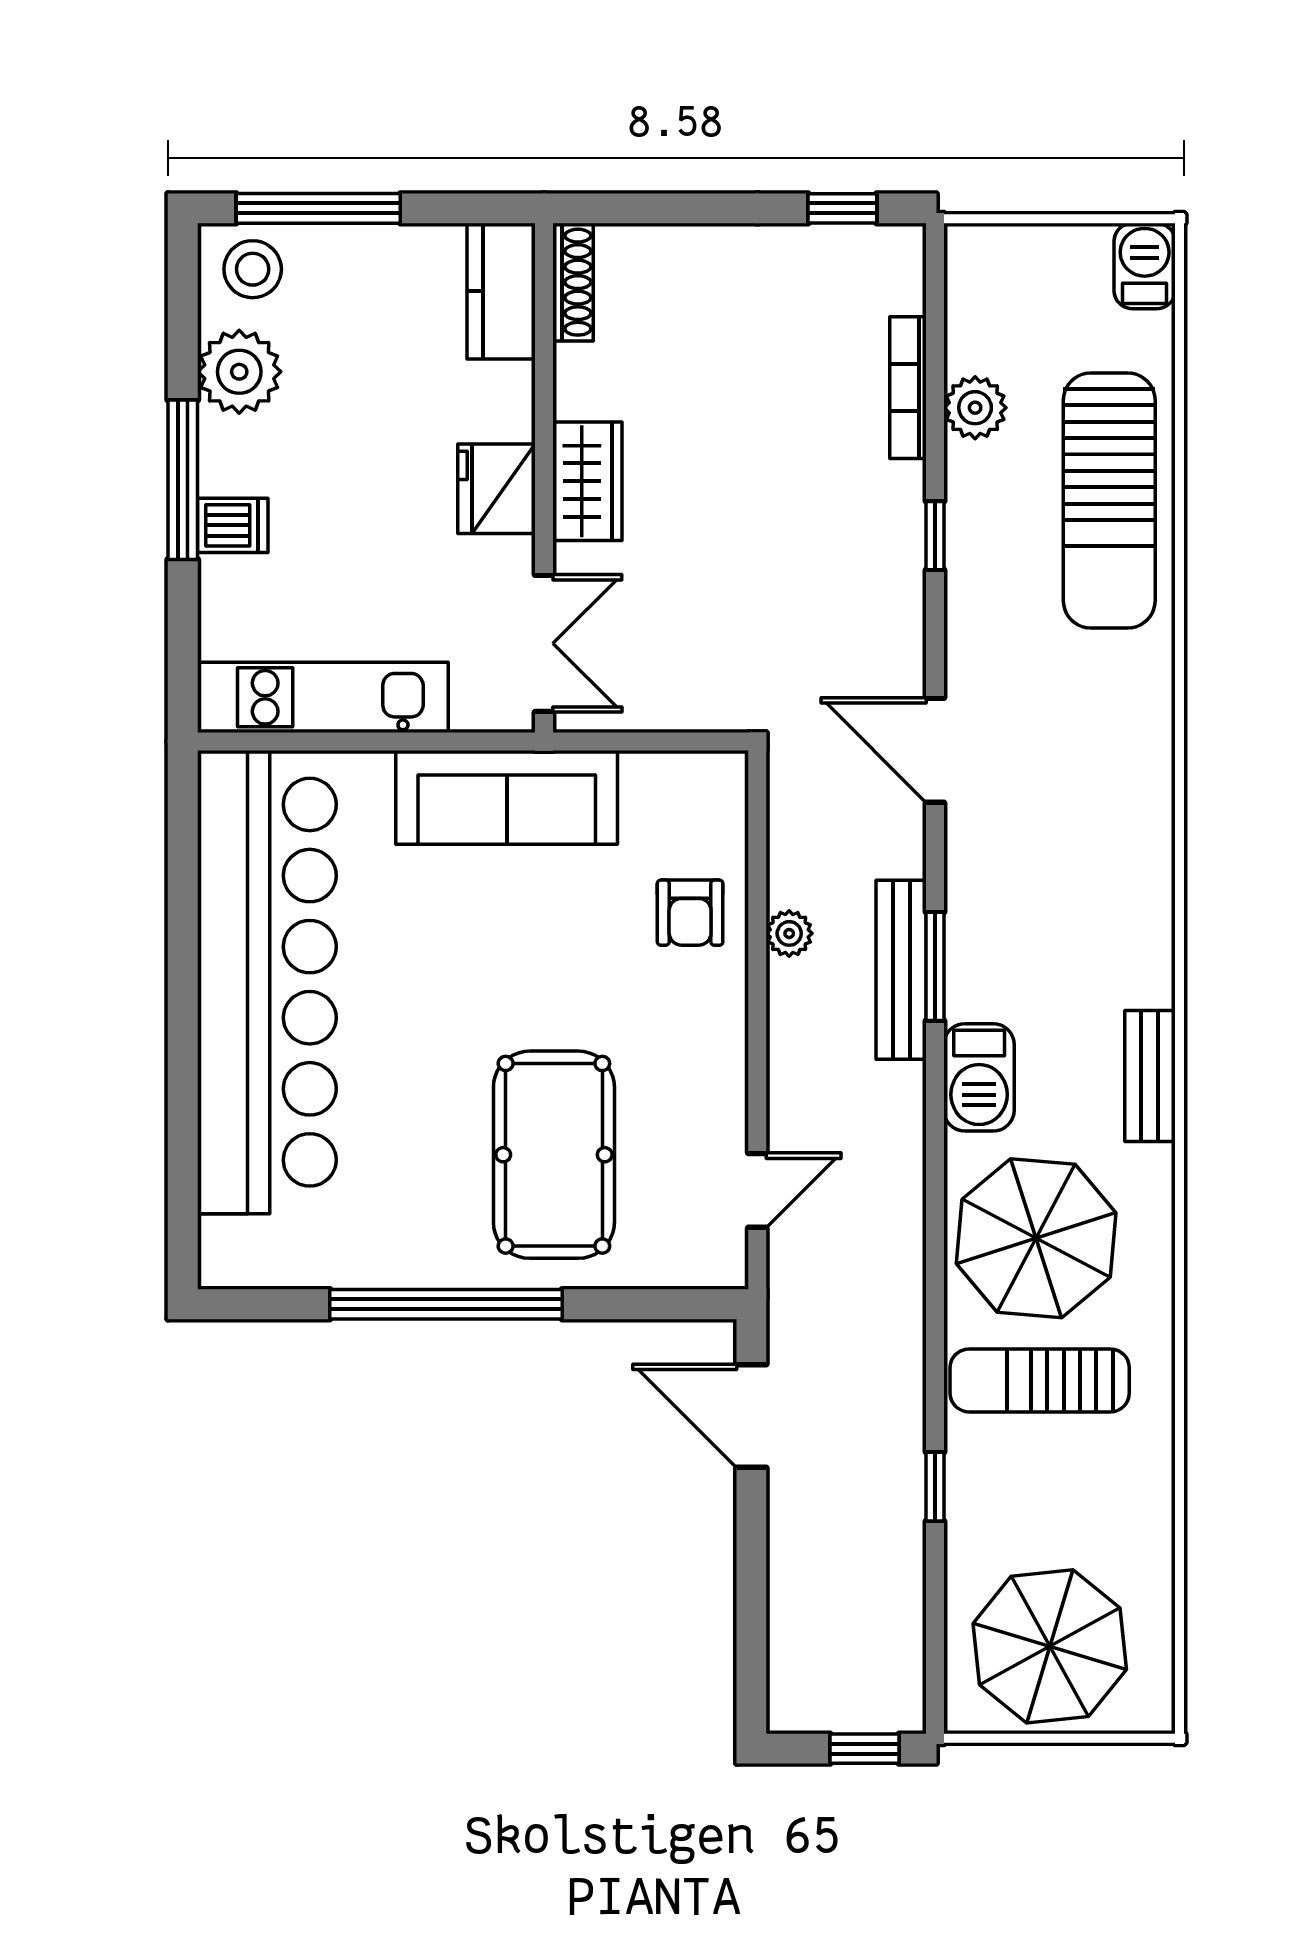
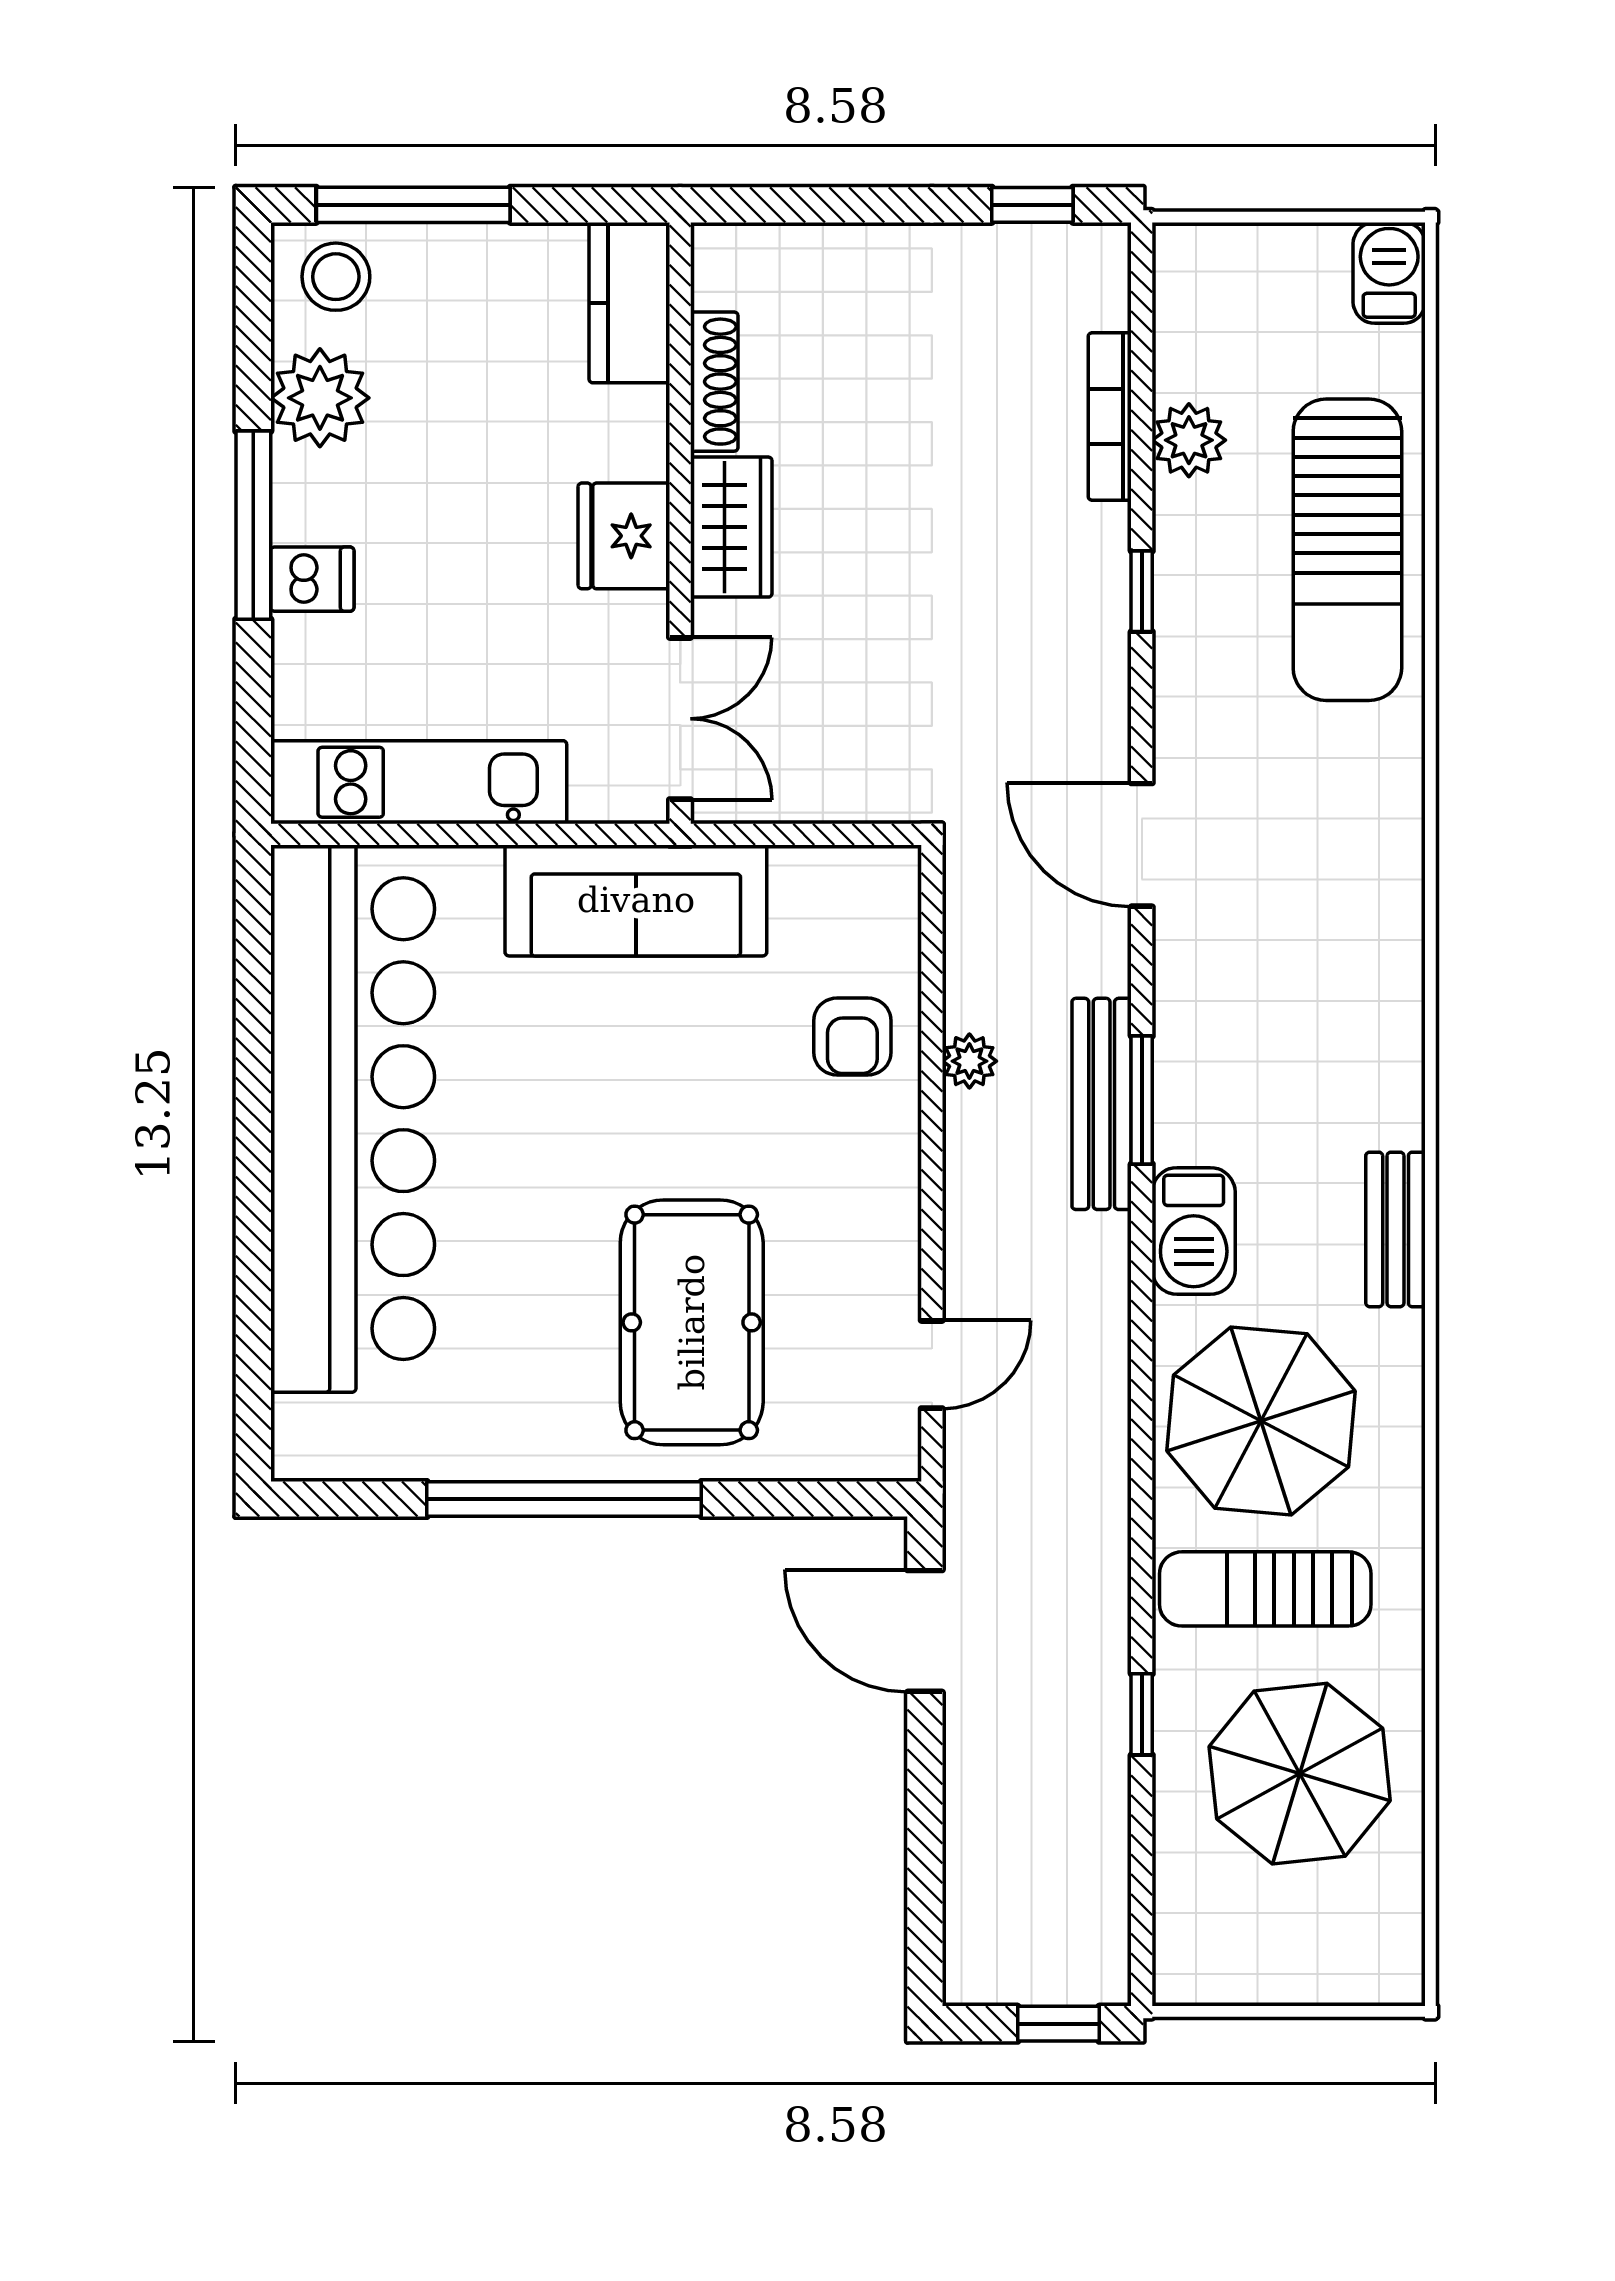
shoe rack: (573, 282) -> (714, 382), moved
parasol: (1050, 1646) -> (1300, 1774), moved

